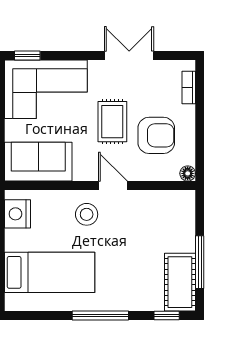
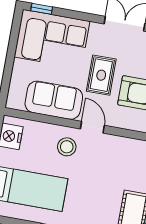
sofa: (38, 162) -> (54, 100), moved

